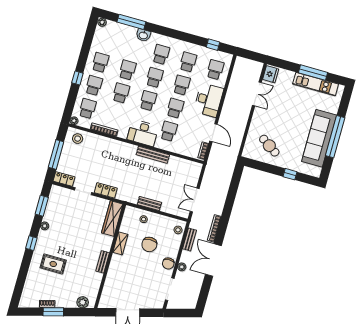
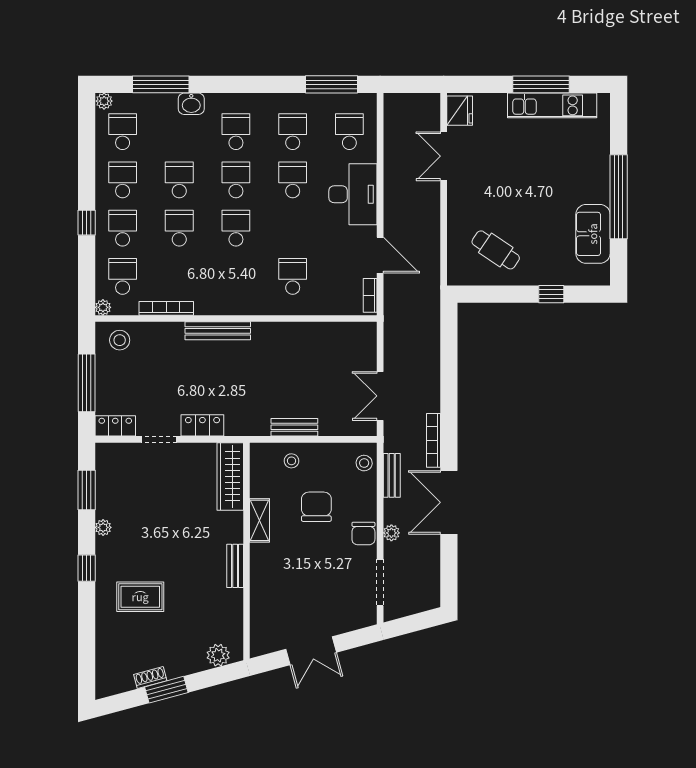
window: (213, 45) -> (331, 84), width x2.17
double door: (257, 94) -> (444, 156), swing flipped
school desk: (175, 108) -> (123, 132), moved
desk: (143, 133) -> (243, 294), removed
sofa: (319, 138) -> (593, 234), width x0.54, depth x0.79
bench: (153, 155) -> (218, 331), moved
chair: (149, 244) -> (316, 507), turned 180

